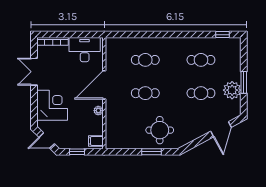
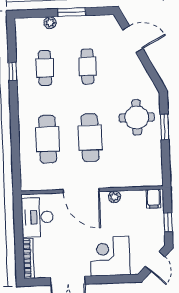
window: (222, 35) -> (13, 71), moved
cafe table: (145, 60) -> (48, 139), width x1.37, depth x1.35
plant: (232, 90) -> (50, 23), moved, width x0.53, depth x0.53
cafe table: (145, 93) -> (90, 138), width x1.37, depth x1.35

